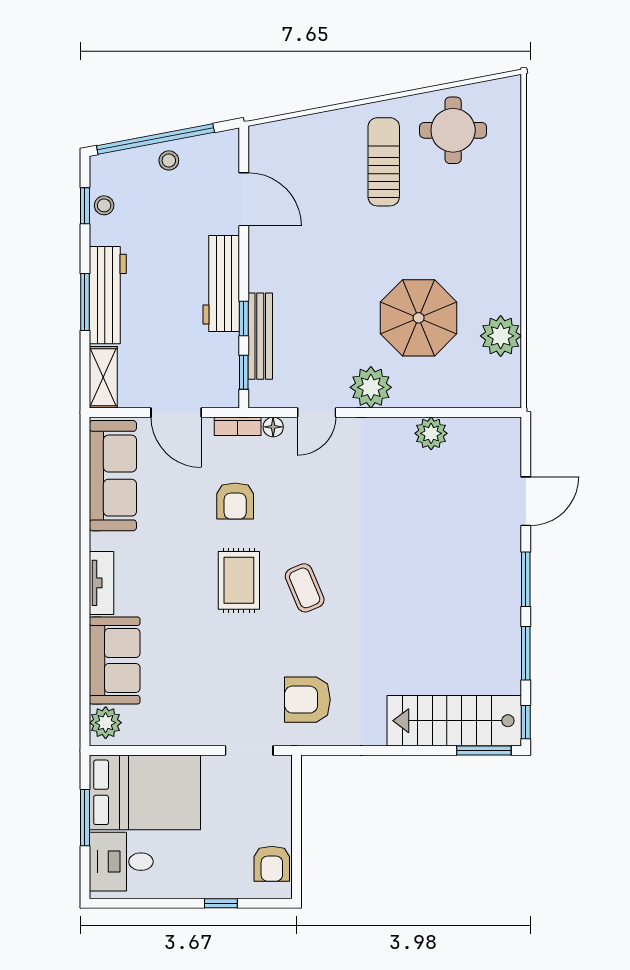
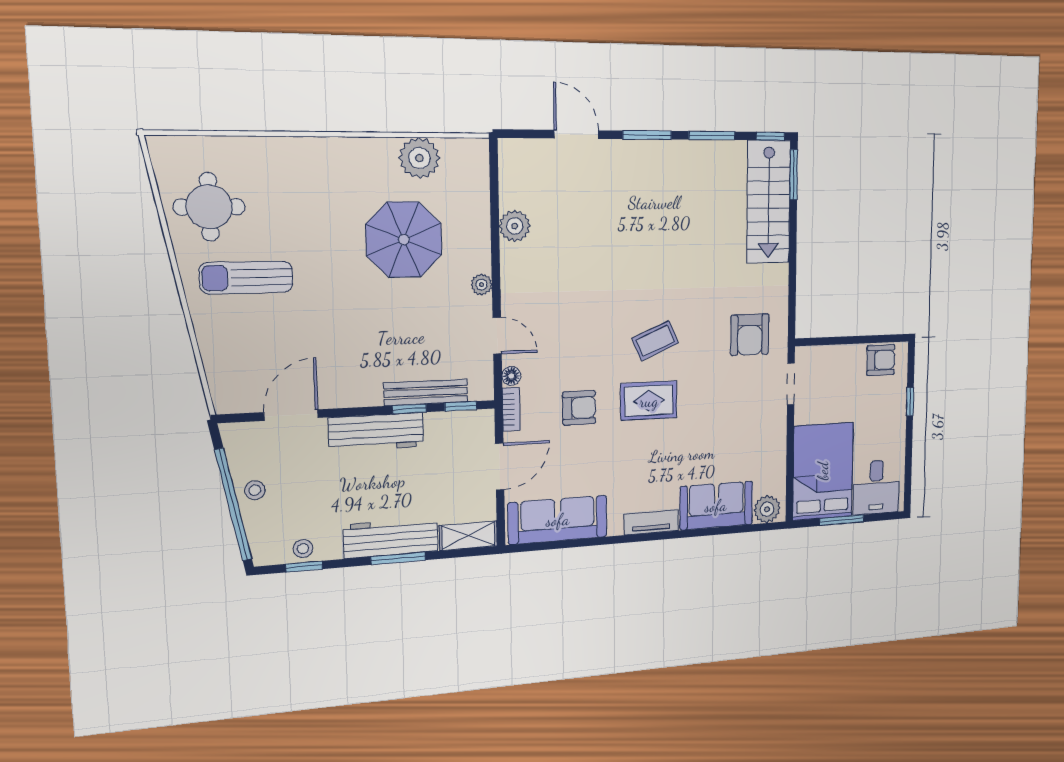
plant: (371, 387) -> (481, 285), width x0.53, depth x0.53

